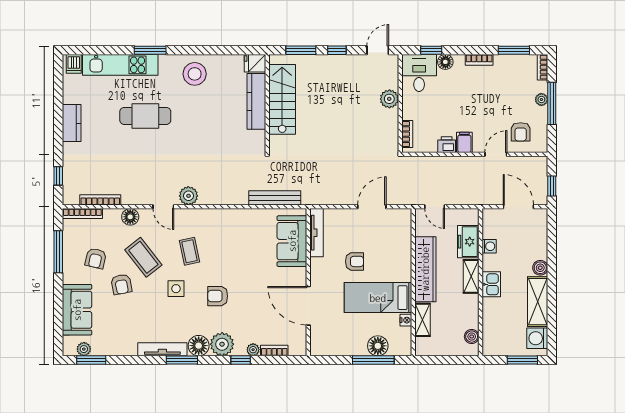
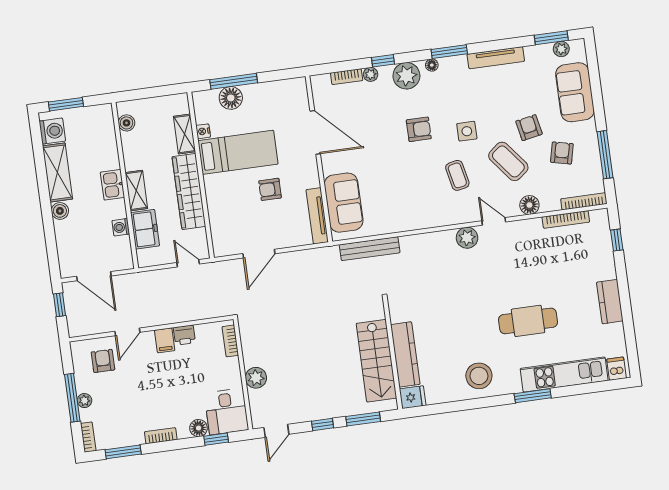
floor lamp: (199, 346) -> (432, 65), width x0.53, depth x0.53
tv unit: (162, 349) -> (496, 58), moved

